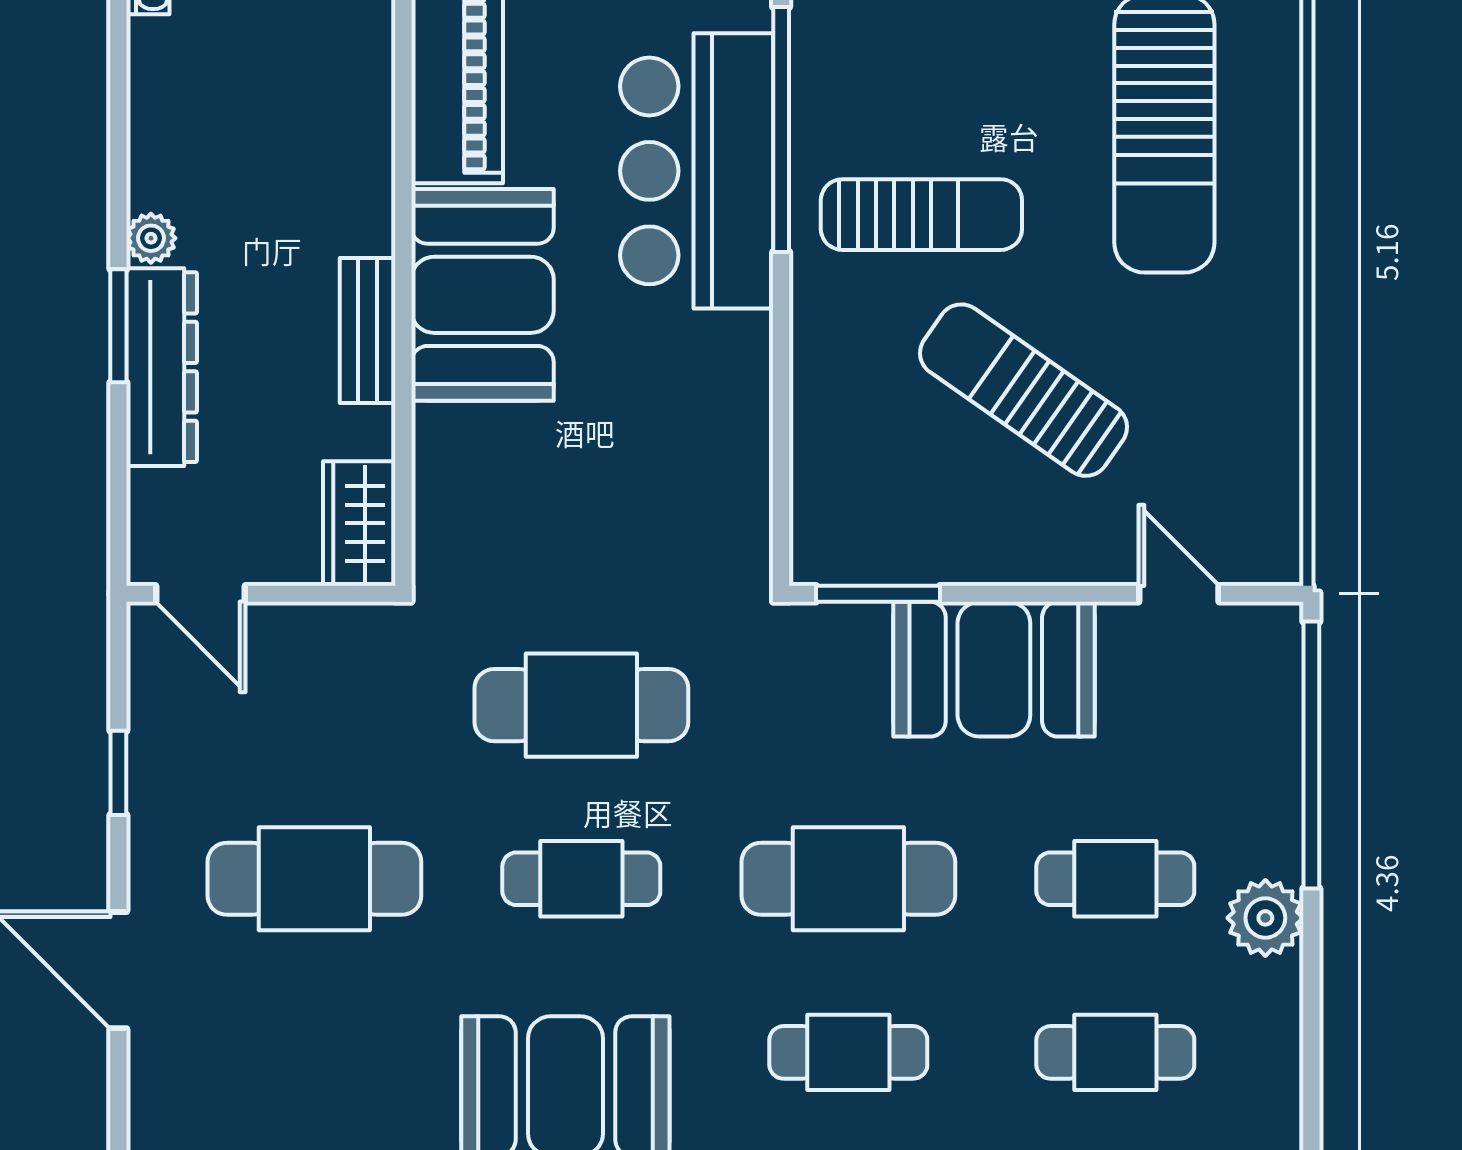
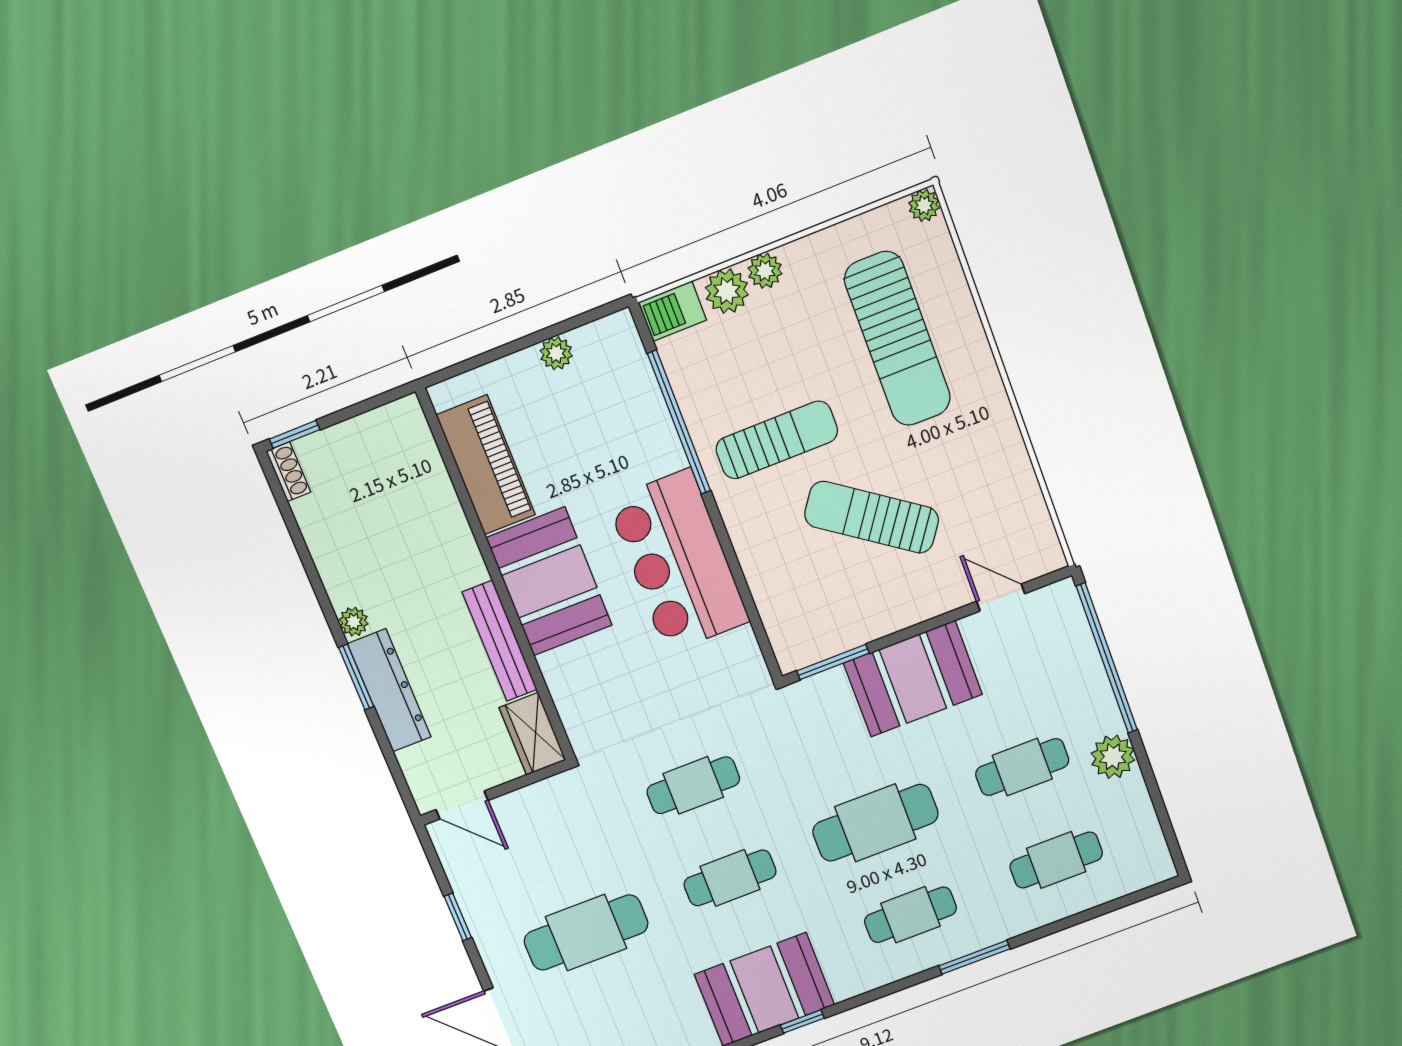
bar counter: (697, 171) -> (678, 561), moved
bench: (368, 330) -> (500, 641), width x1.36
cafe table: (581, 705) -> (693, 785), width x0.73, depth x0.74

